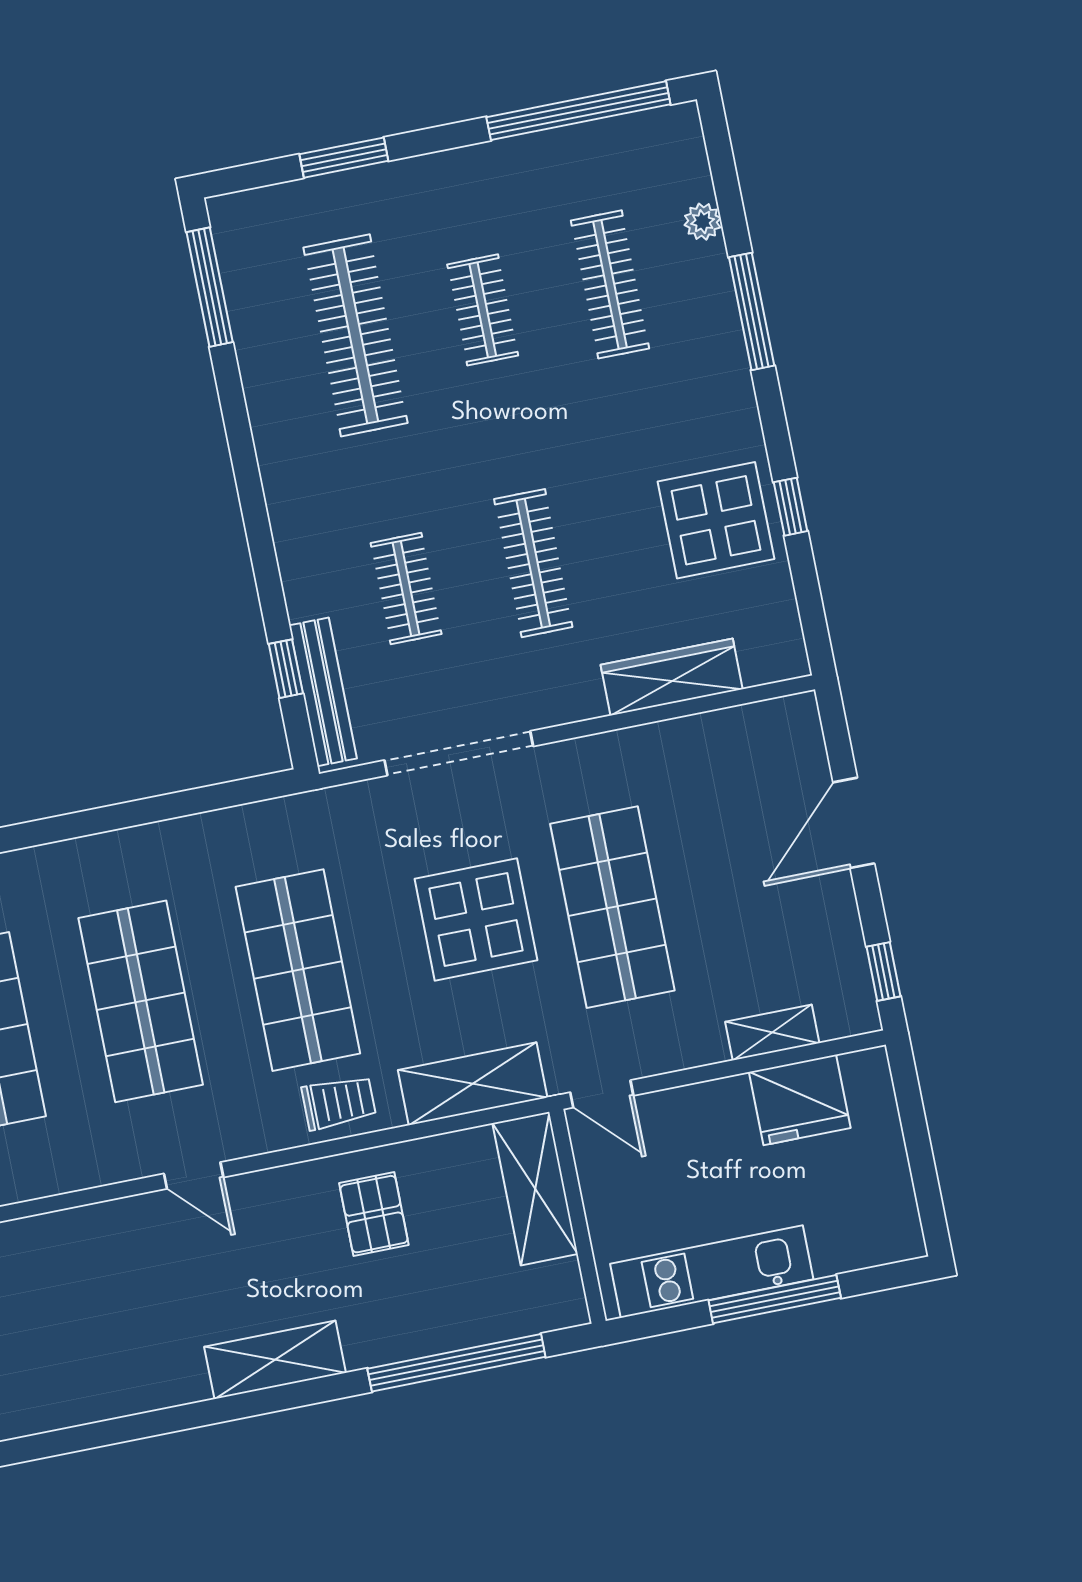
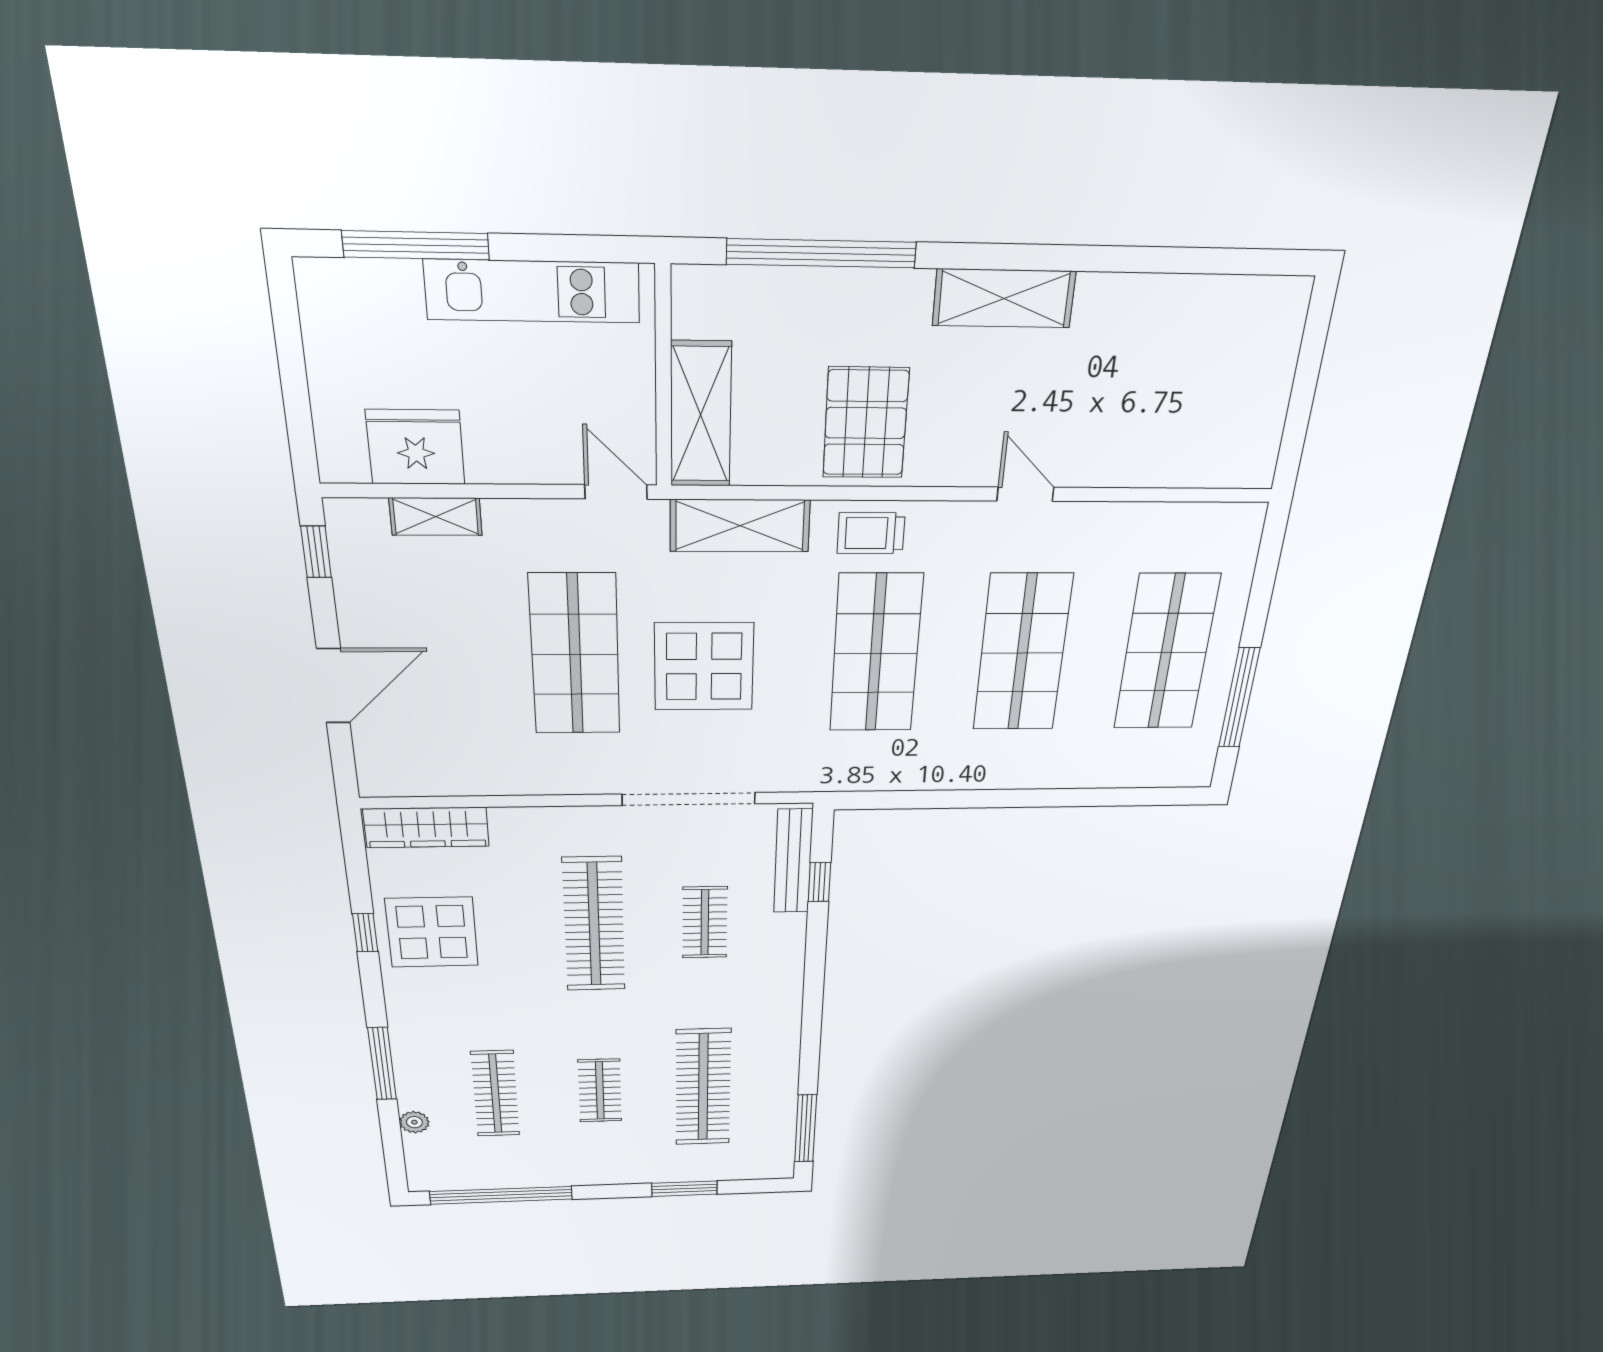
clothes rail: (533, 563) -> (594, 925), width x1.37, depth x1.31
wardrobe: (672, 677) -> (426, 828), moved
pallet: (374, 1214) -> (866, 423), width x1.50, depth x1.42
window: (775, 1299) -> (416, 245), moved

